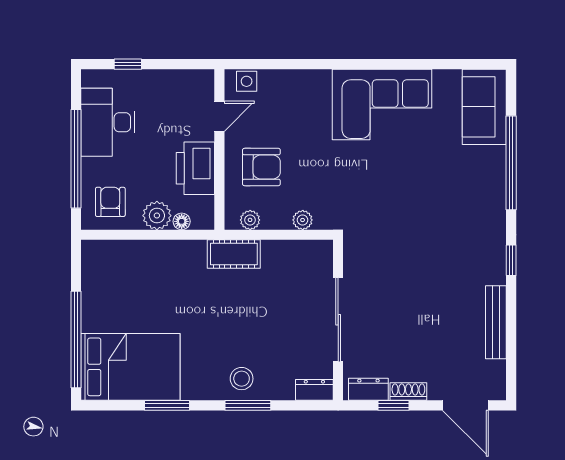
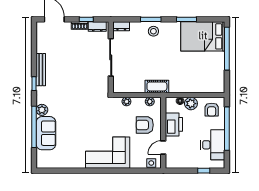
corner sofa: (382, 105) -> (108, 153), moved
sofa: (484, 107) -> (46, 133), moved
plant: (493, 201) -> (42, 110), added
bench: (496, 322) -> (41, 70), moved

